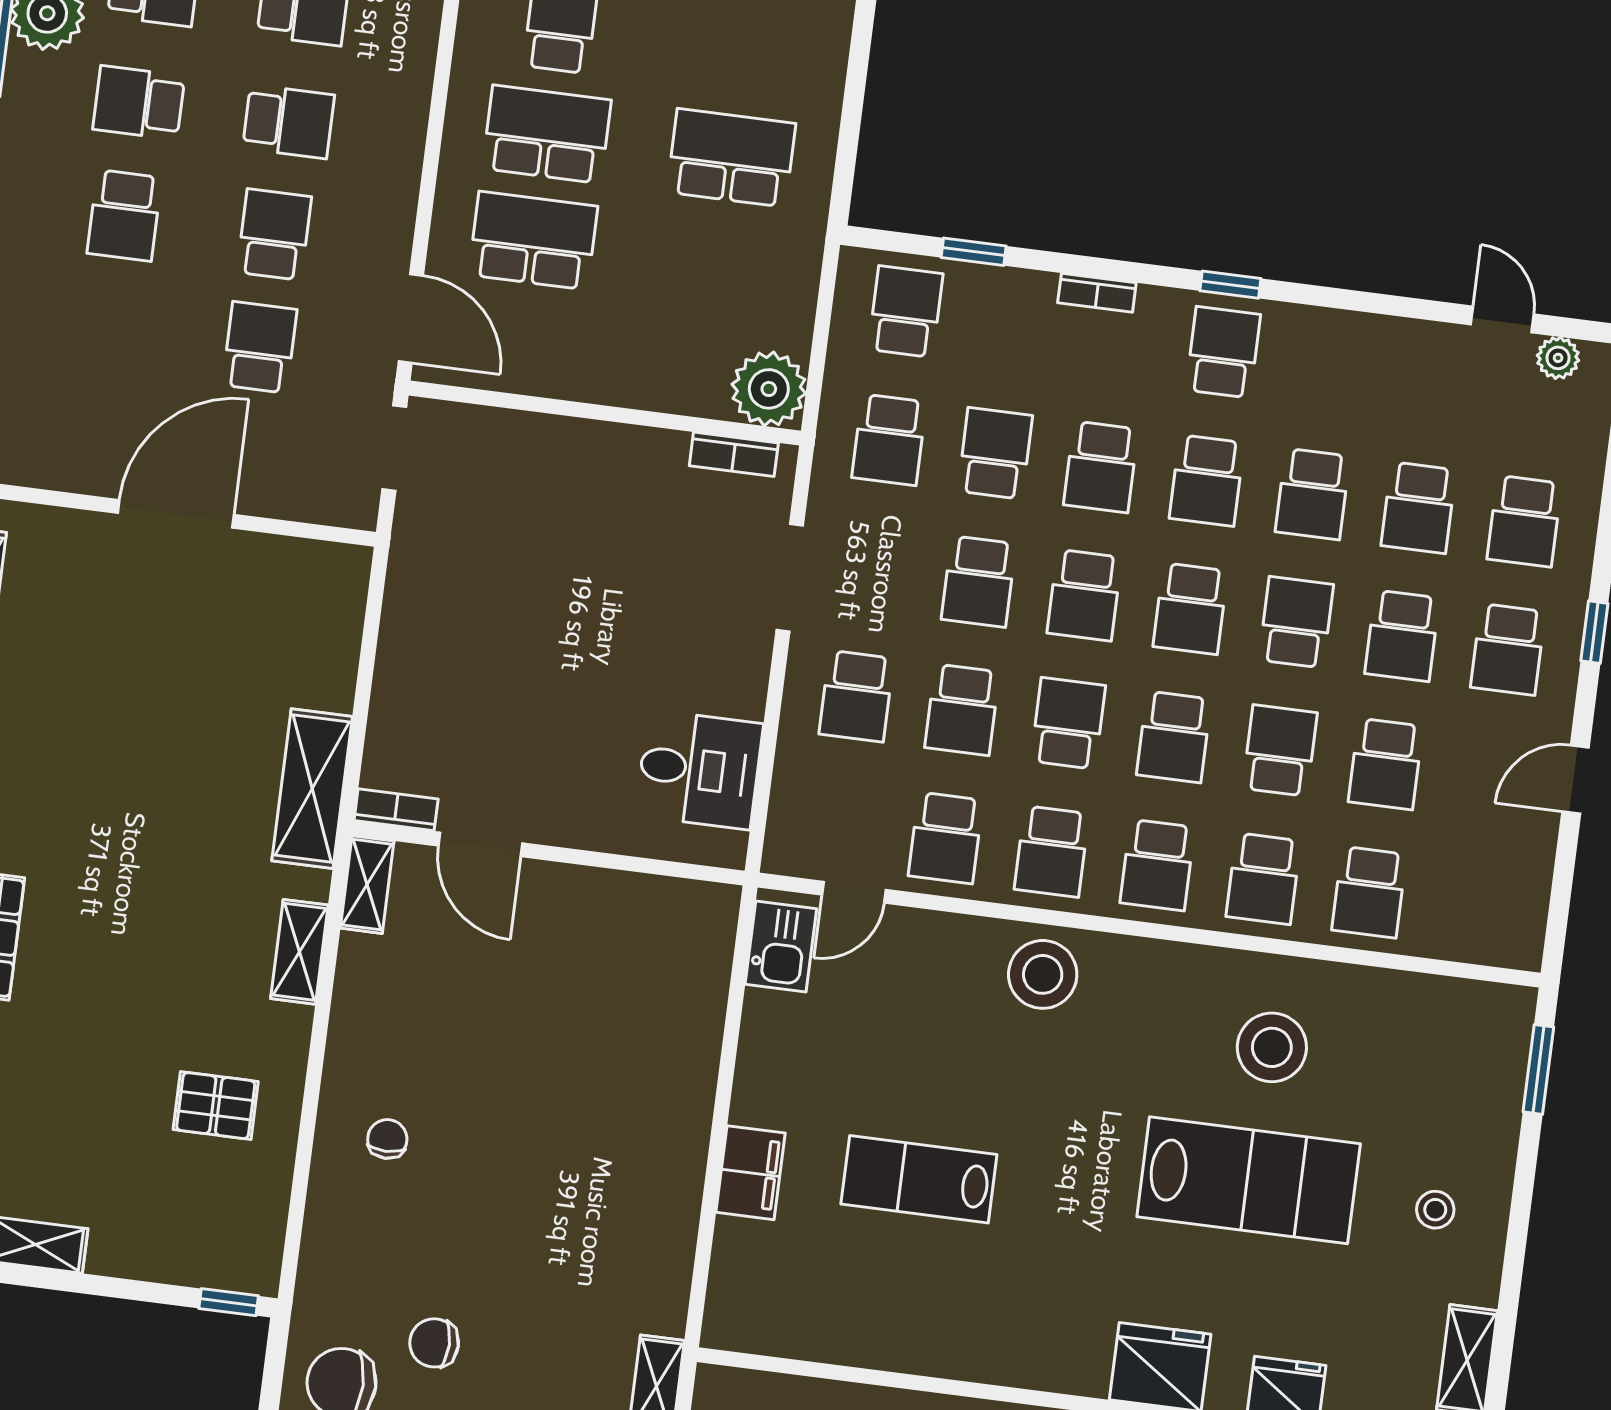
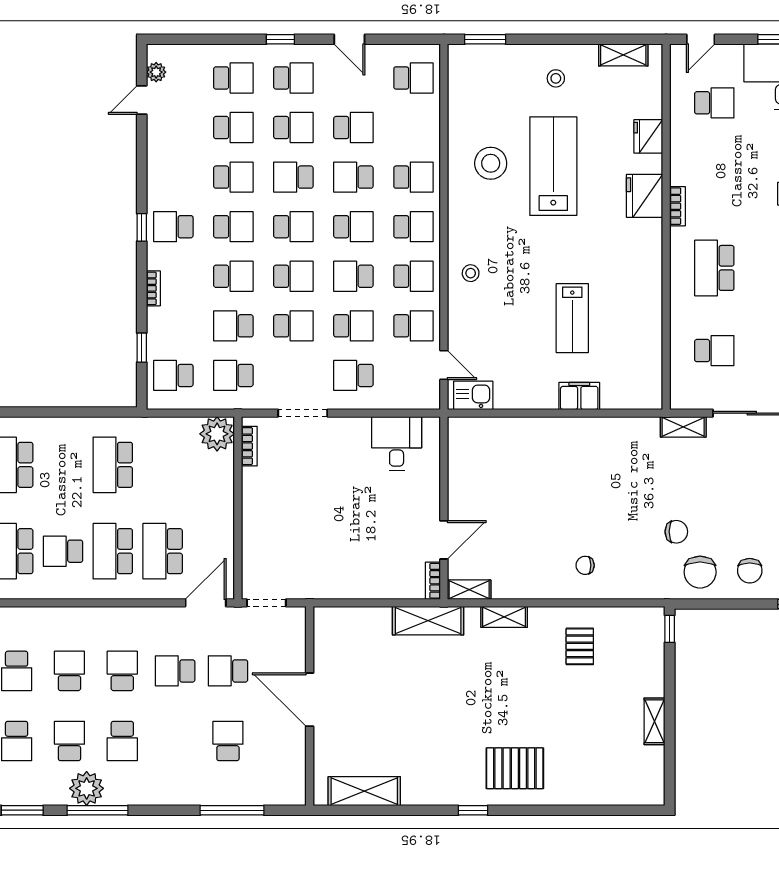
school desk: (124, 215) -> (228, 741), moved, turned -90
school desk: (889, 440) -> (233, 375), turned 180
school desk: (856, 696) -> (353, 375), turned 180
school desk: (1369, 892) -> (413, 78), moved
stool: (1043, 974) -> (471, 273), width x0.53, depth x0.53
chair: (434, 1343) -> (676, 532), turned -90

